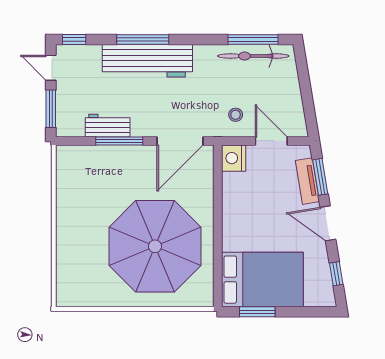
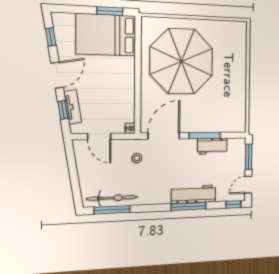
workbench: (147, 61) -> (194, 194), width x0.73, depth x0.76
door: (51, 68) -> (248, 185), swing flipped
stool: (236, 115) -> (137, 158), moved
nightstand: (234, 158) -> (130, 128), width x0.53, depth x0.56
window: (320, 177) -> (63, 110), width x0.67
door: (328, 223) -> (57, 75), hinge flipped

